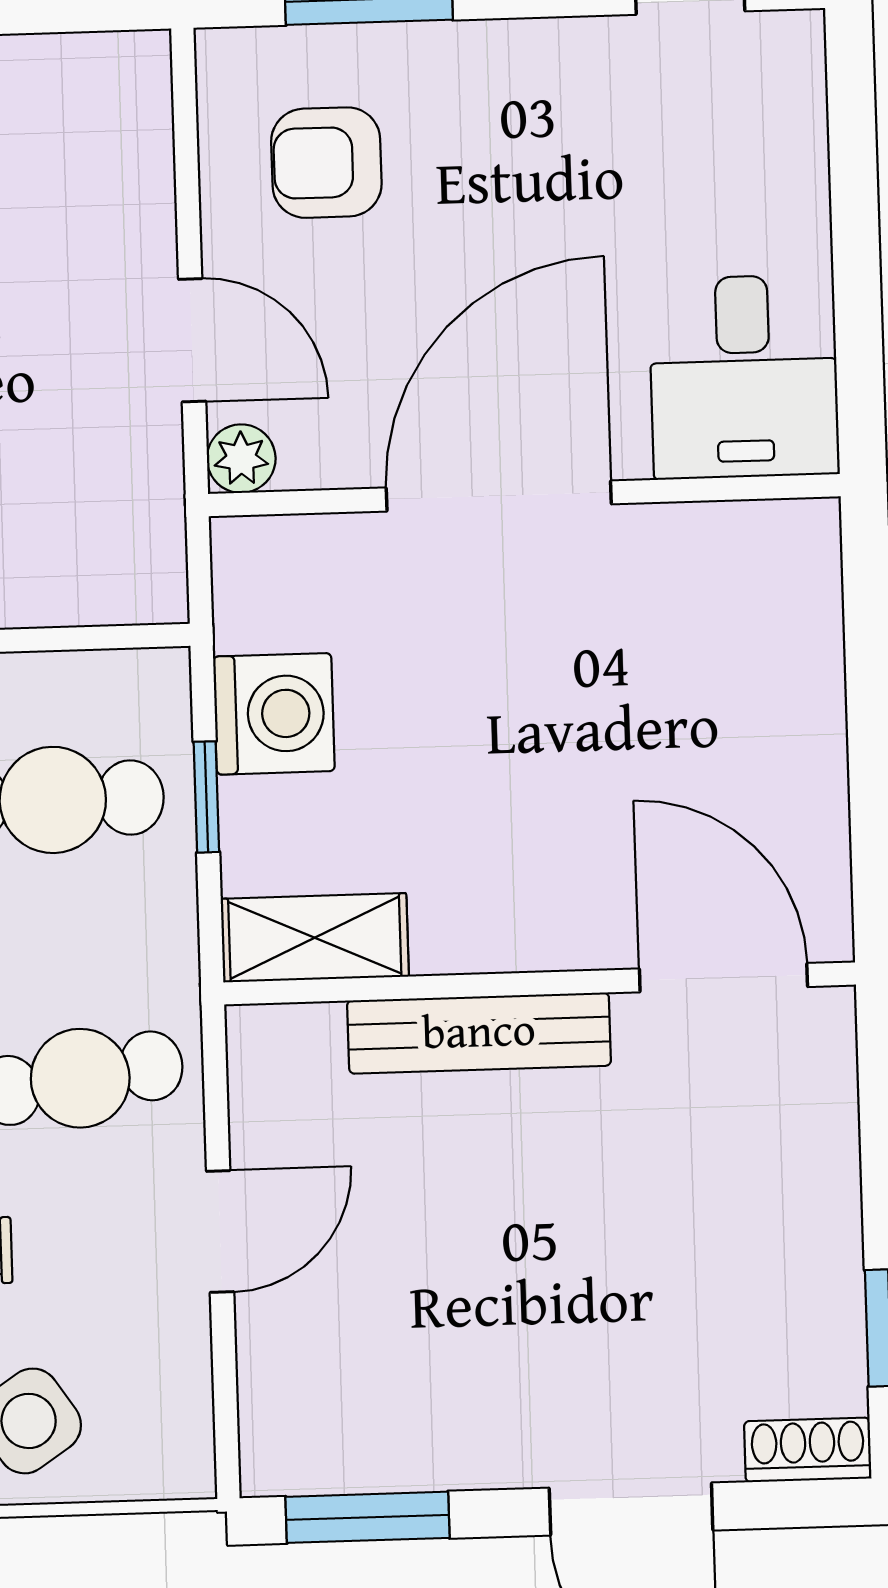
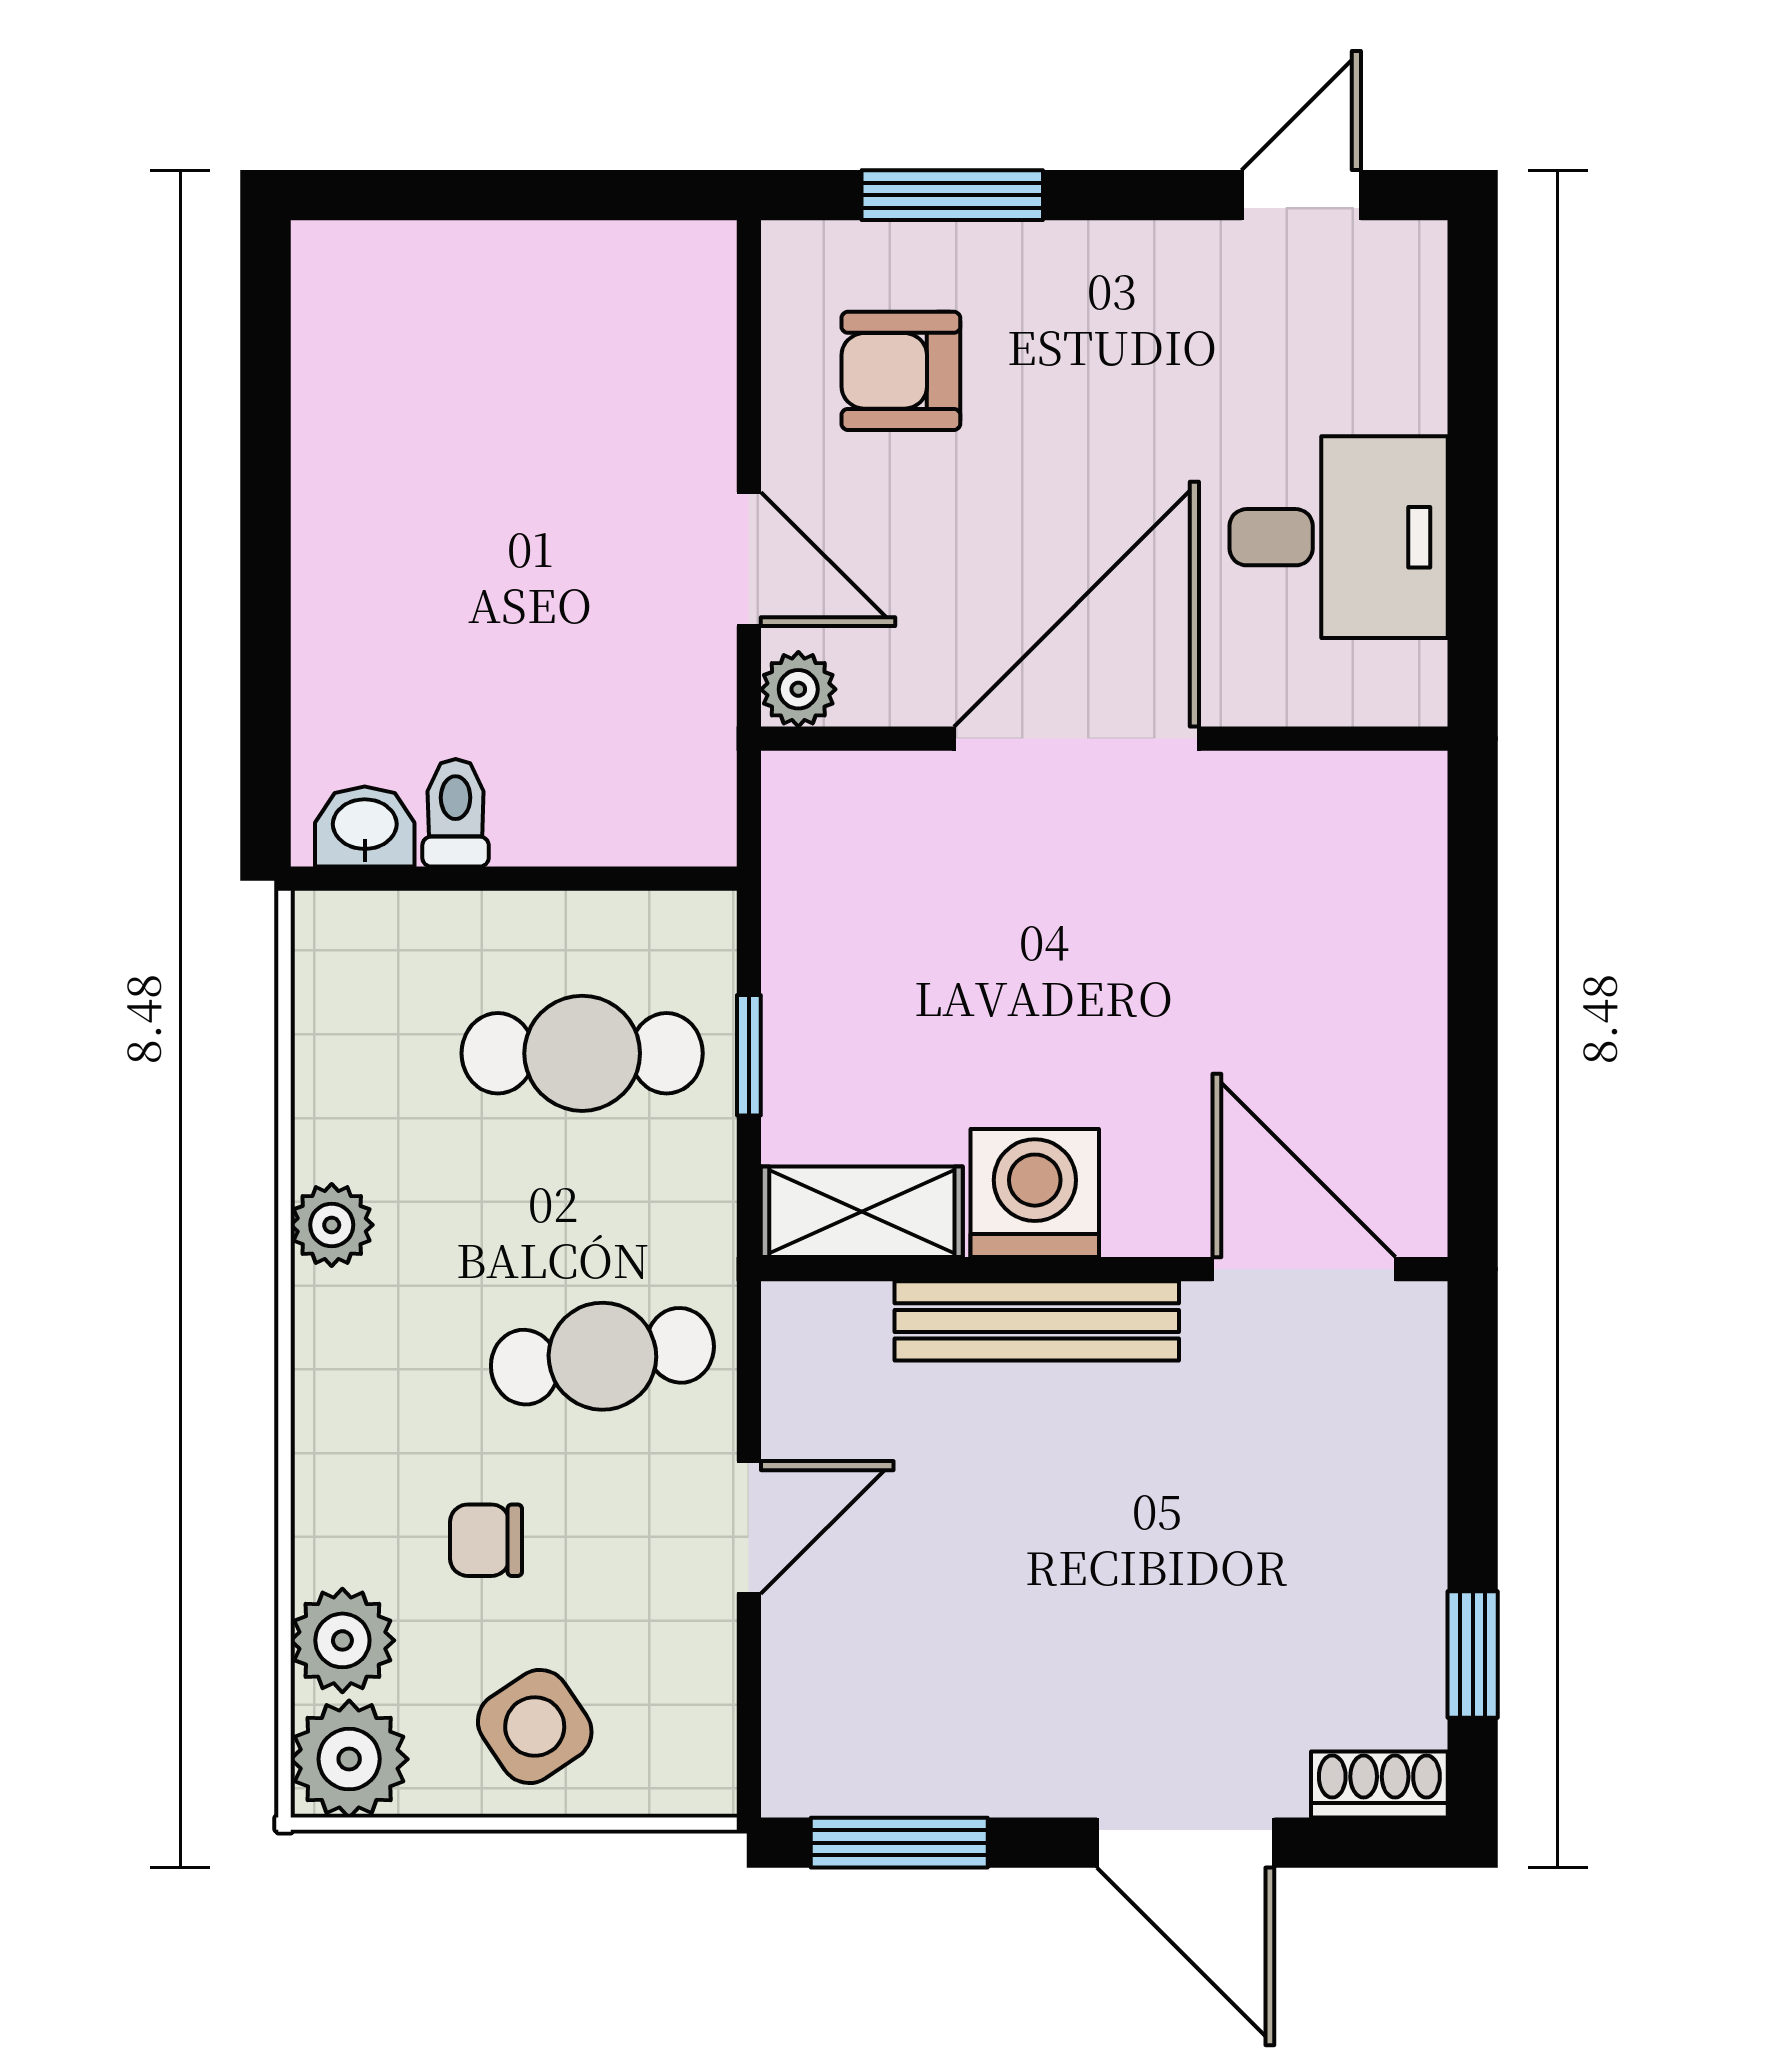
desk: (744, 377) -> (1339, 537), moved, turned -90
washing machine: (274, 714) -> (1035, 1193), moved, turned -90

